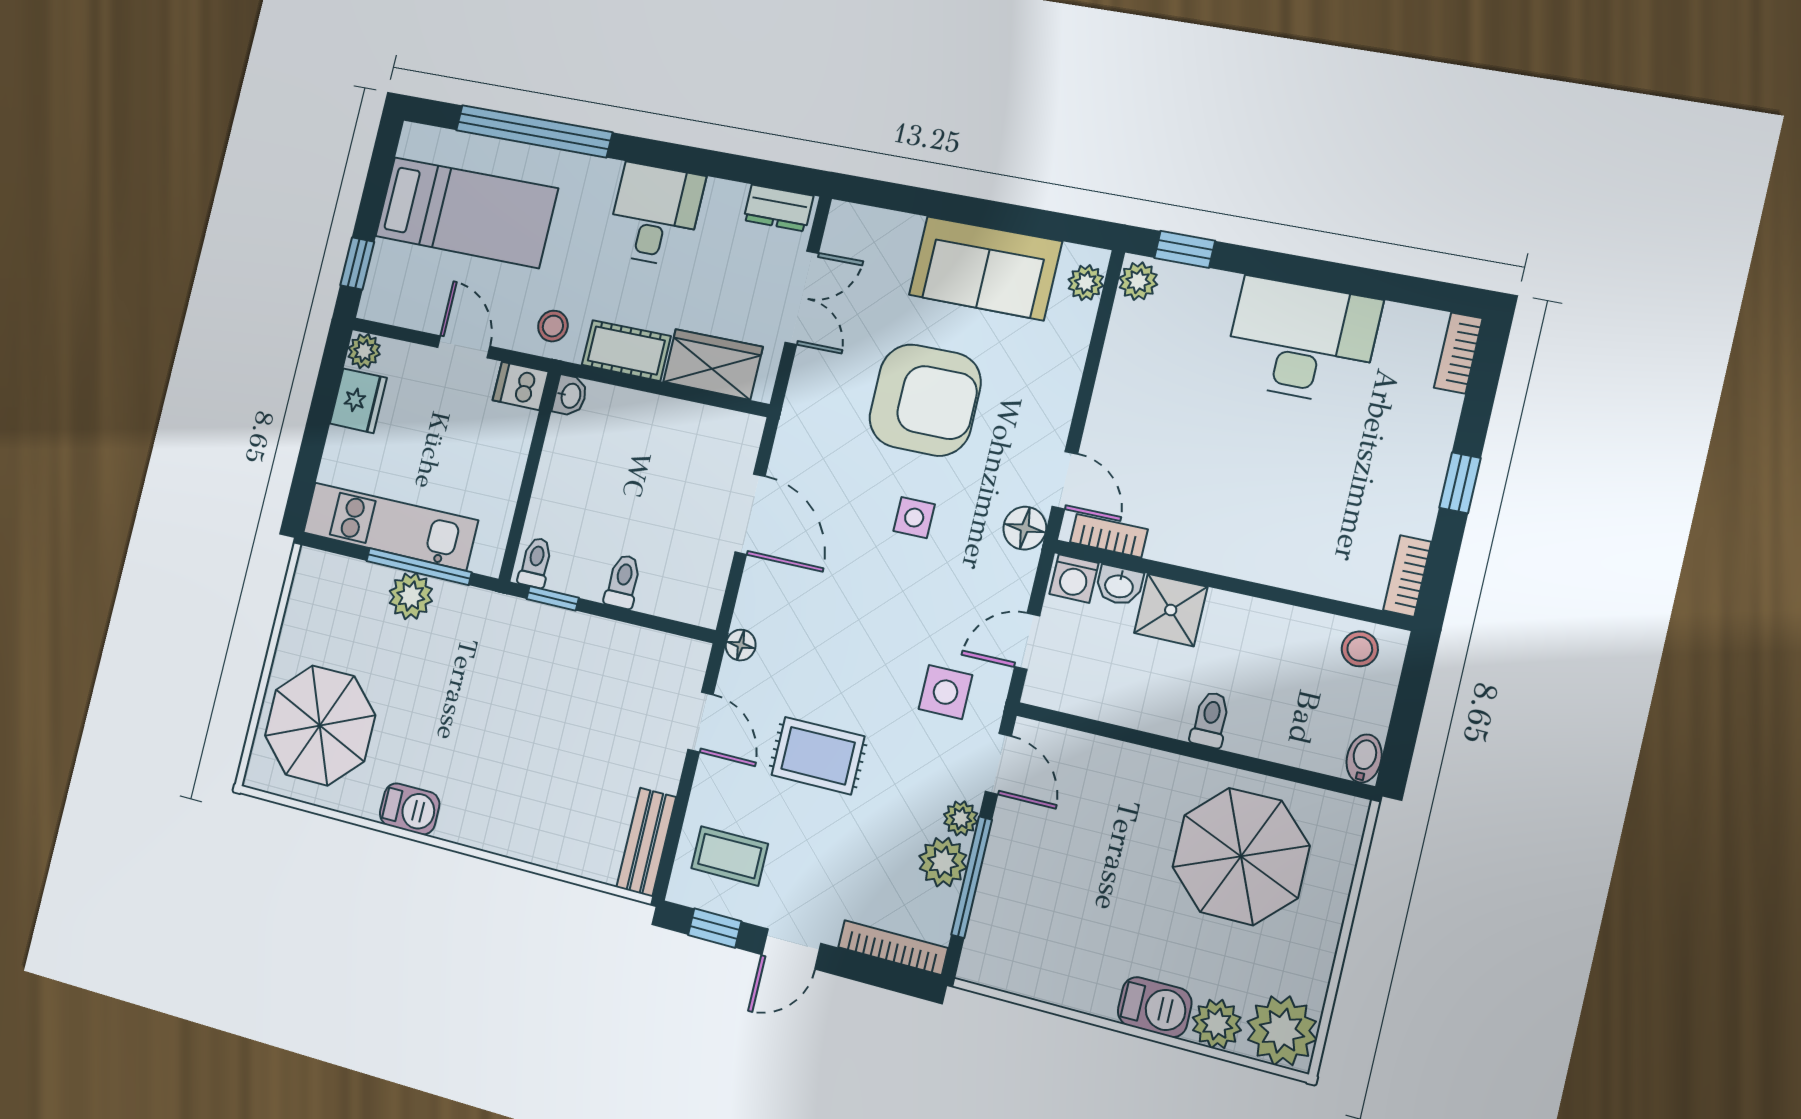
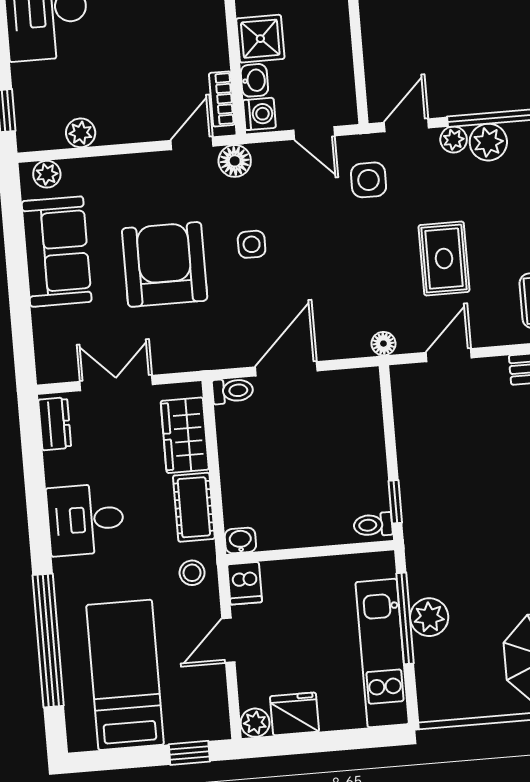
plant: (1138, 281) -> (81, 133), moved
toilet: (623, 582) -> (233, 391), moved, turned 180

